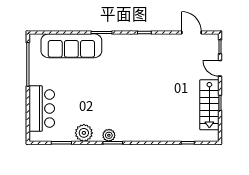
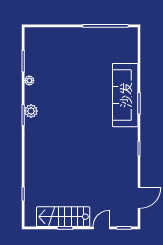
sofa: (71, 46) -> (125, 95), moved
bar counter: (42, 109) -> (59, 40), removed
plant: (84, 133) -> (29, 80), width x0.53, depth x0.53

